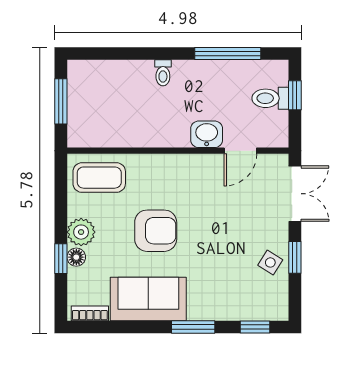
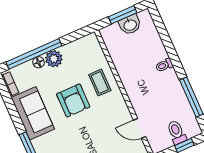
washbasin: (207, 134) -> (130, 25), moved, turned 90
coffee table: (99, 178) -> (100, 83), moved, width x0.73, depth x0.77
window: (61, 259) -> (34, 54), width x3.17

